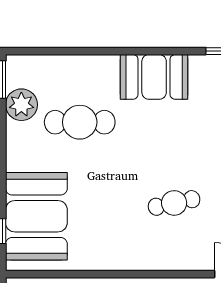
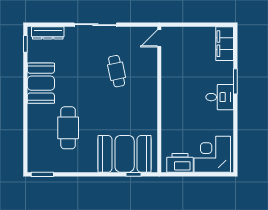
plant: (21, 105) -> (58, 163), removed

